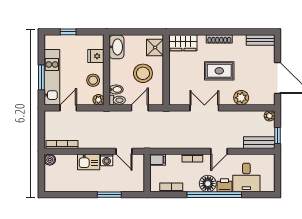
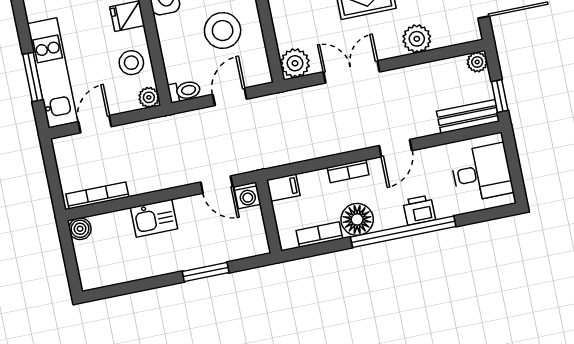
bidet: (116, 89) -> (178, 71), removed
plant: (176, 98) -> (295, 63), added
washing machine: (107, 160) -> (247, 195), moved
desk: (246, 177) -> (482, 173), moved, turned -90
floor lamp: (208, 184) -> (357, 219), moved

